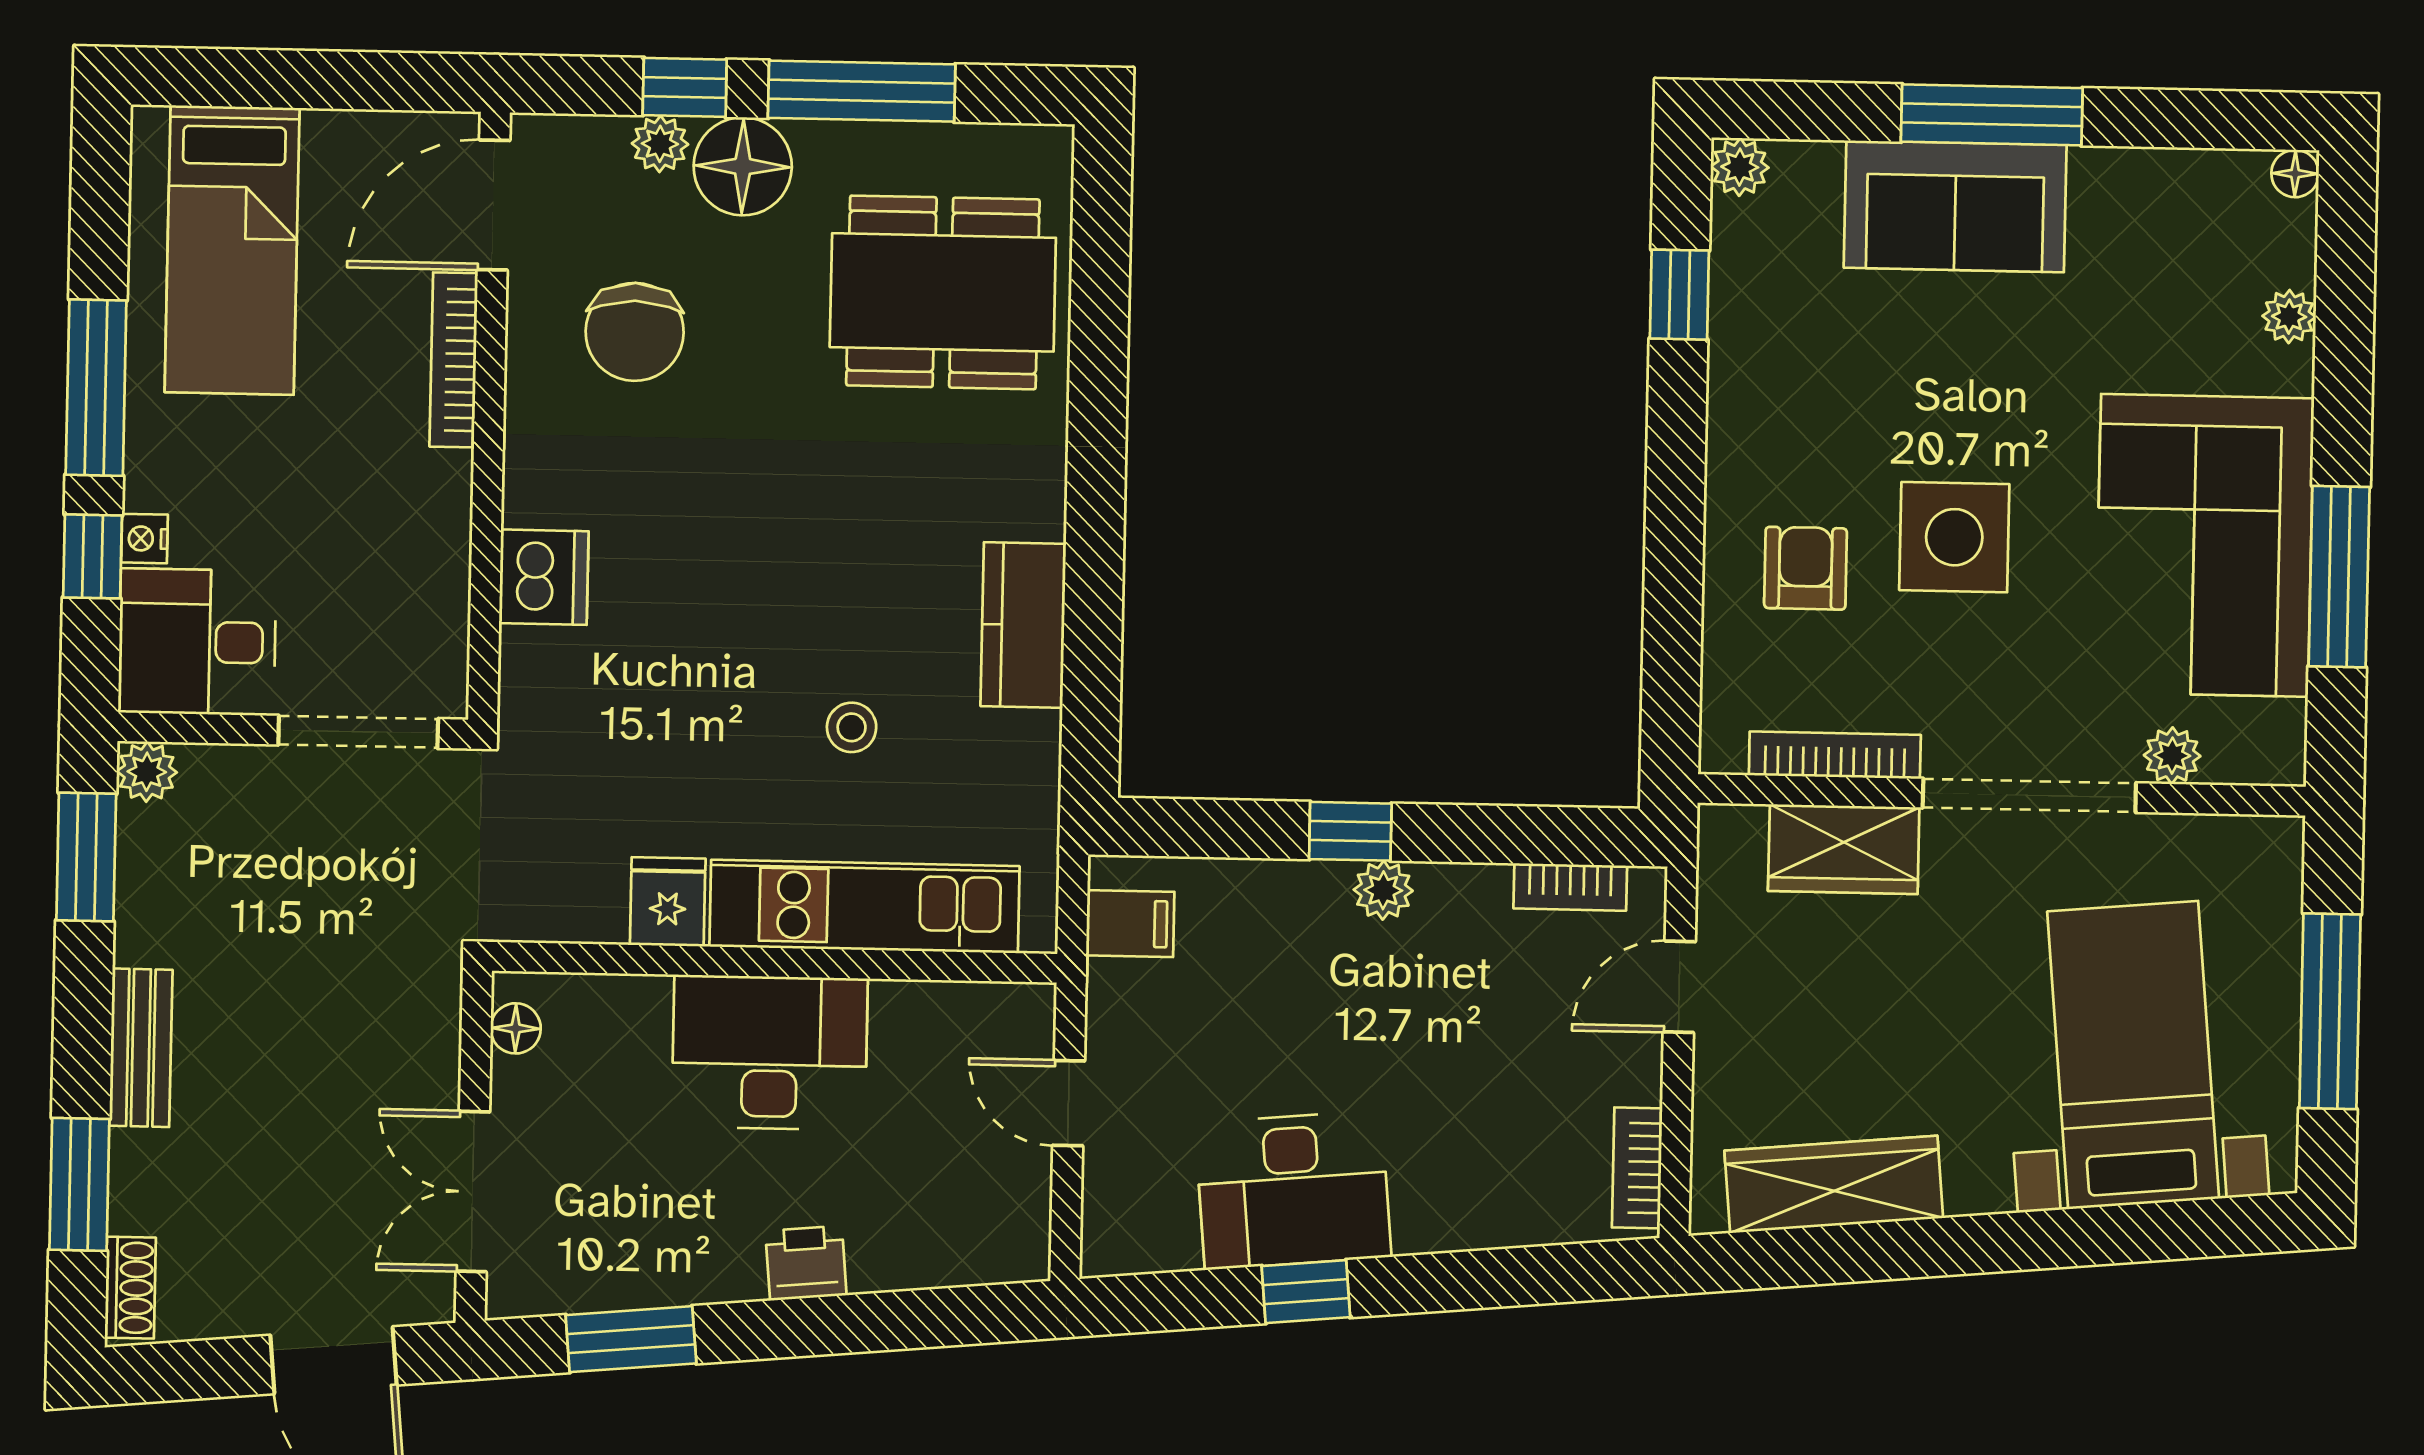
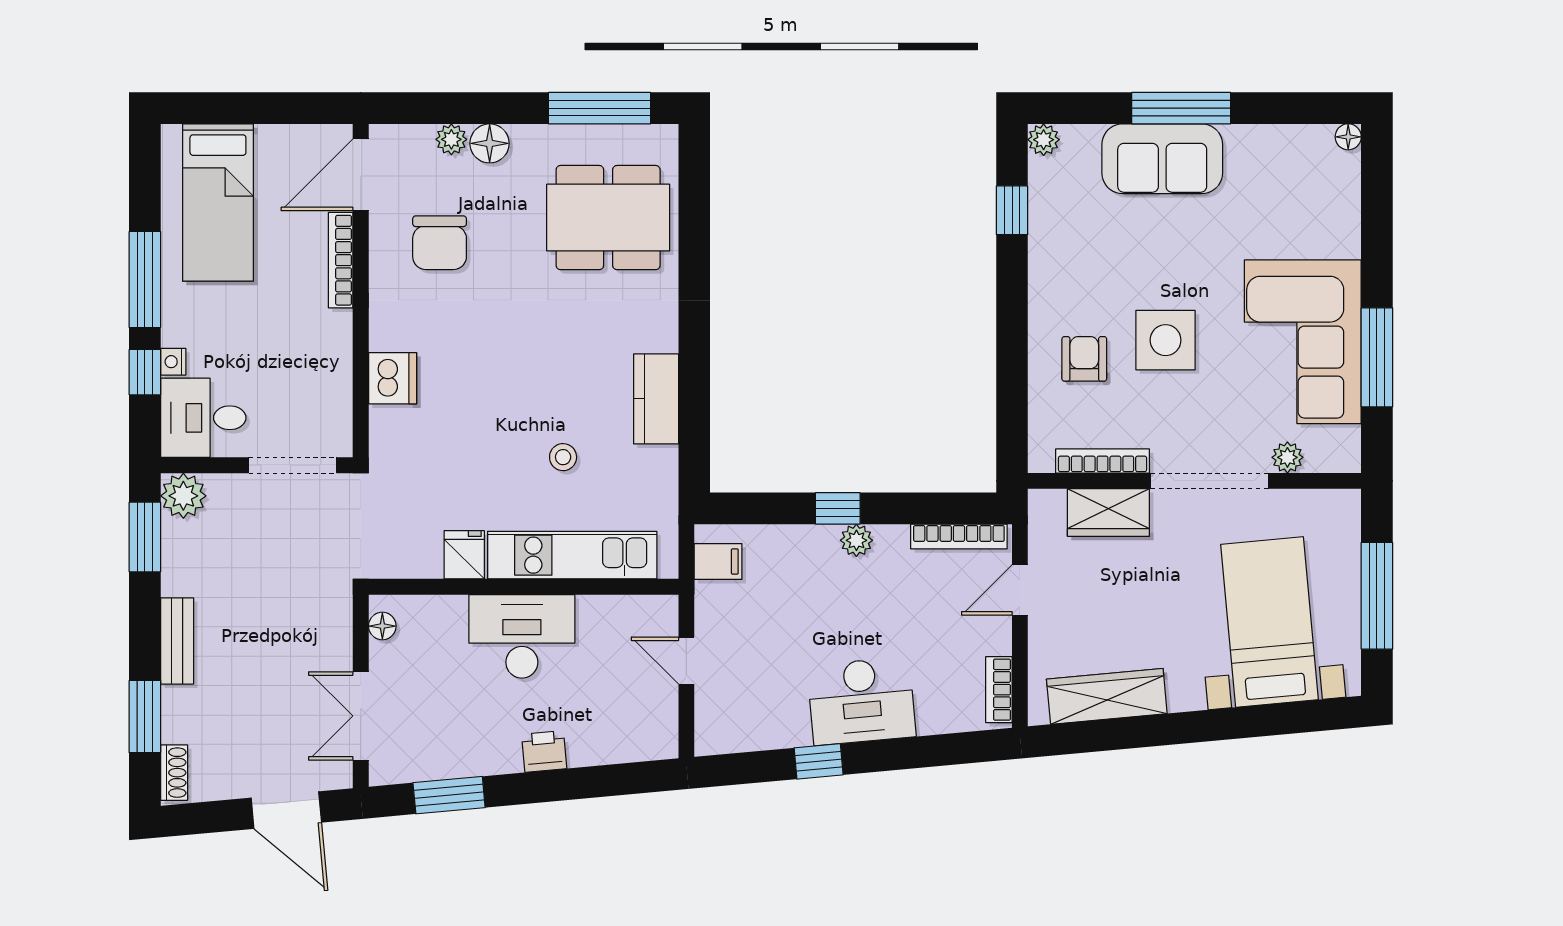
window: (685, 87) -> (464, 108), removed
window: (862, 91) -> (600, 108), moved
floor lamp: (743, 166) -> (490, 143), width x0.73, depth x0.73
plant: (2289, 317) -> (1347, 215), removed
plant: (147, 772) -> (183, 496), width x1.38, depth x1.38
bookcase: (1570, 887) -> (959, 536), width x1.56
desk: (1293, 1190) -> (861, 701), moved

